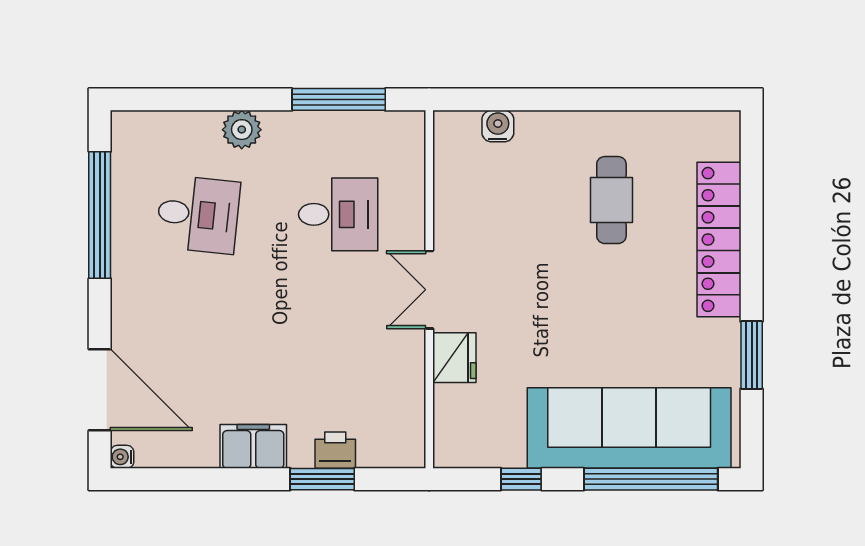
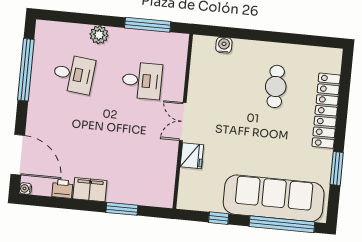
printer: (335, 450) -> (62, 189), moved

